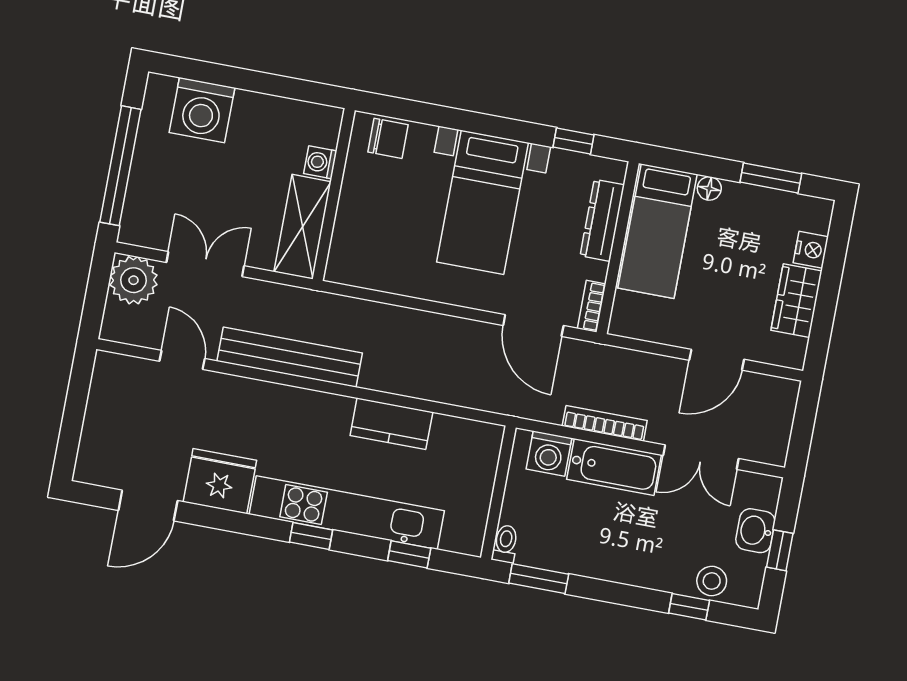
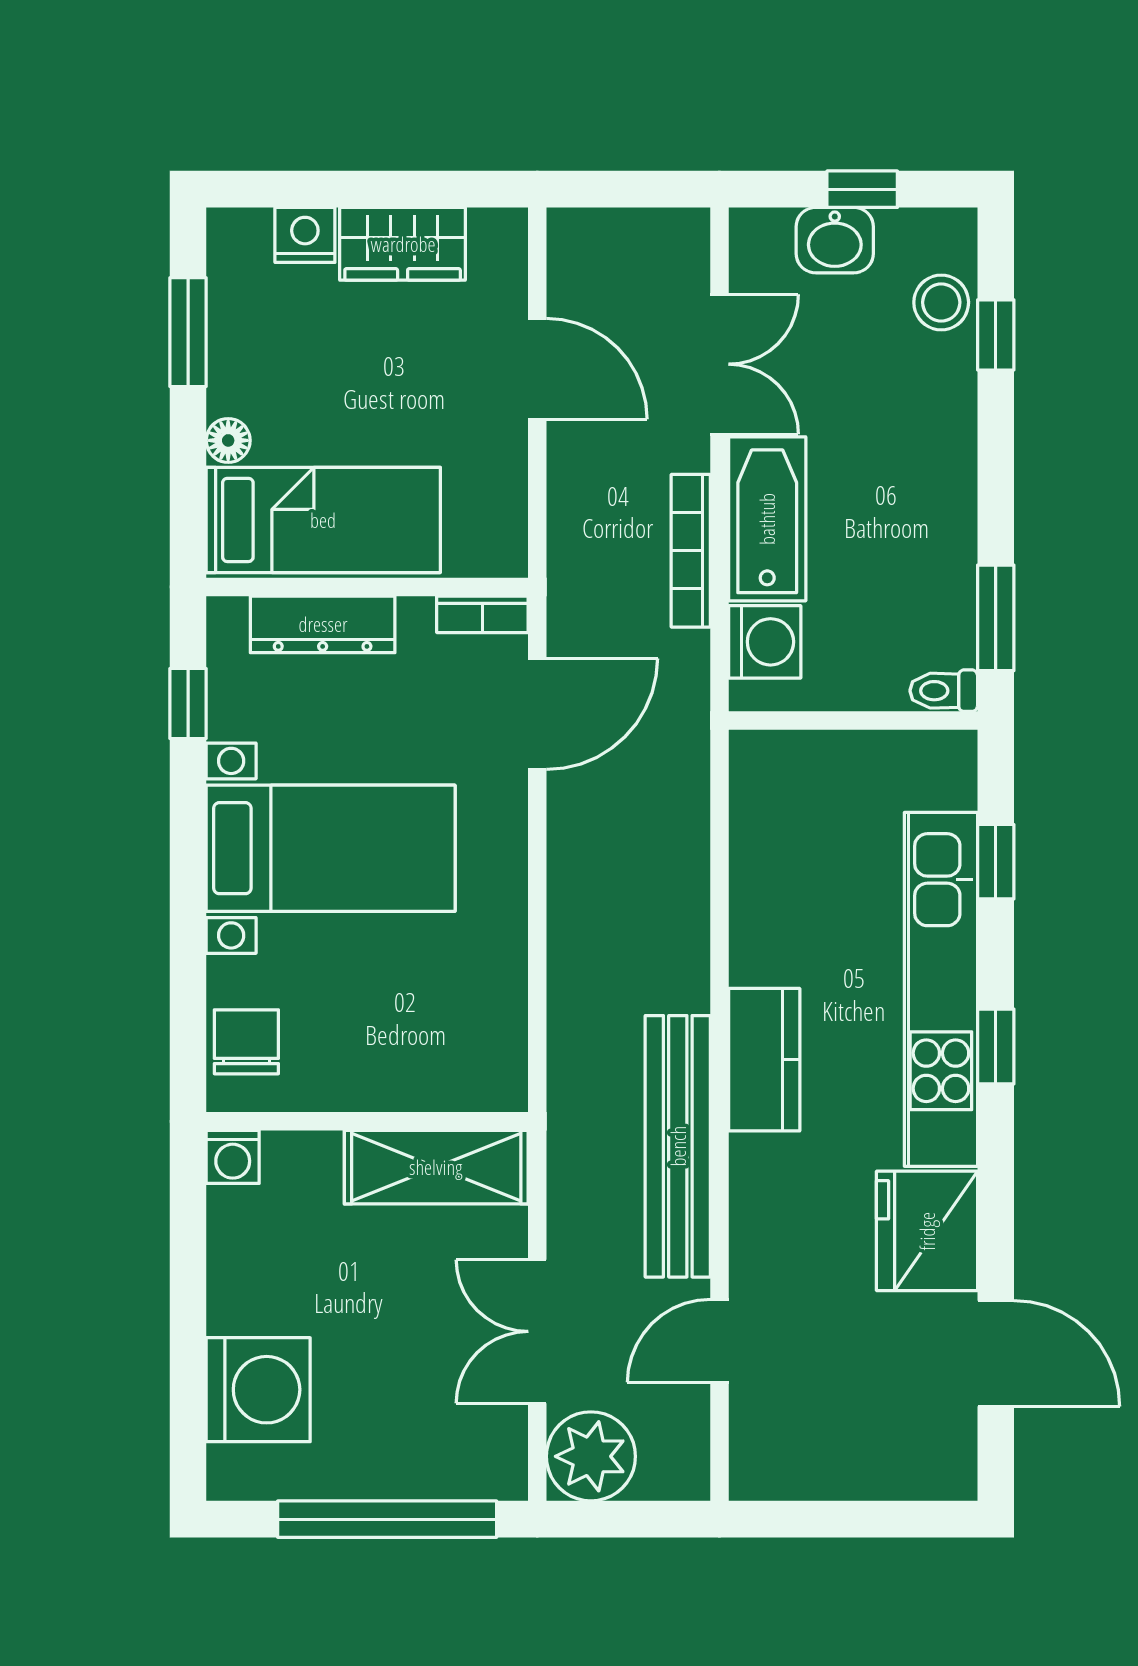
washing machine: (320, 162) -> (233, 1157), moved
kitchen counter: (391, 424) -> (764, 1060), moved

